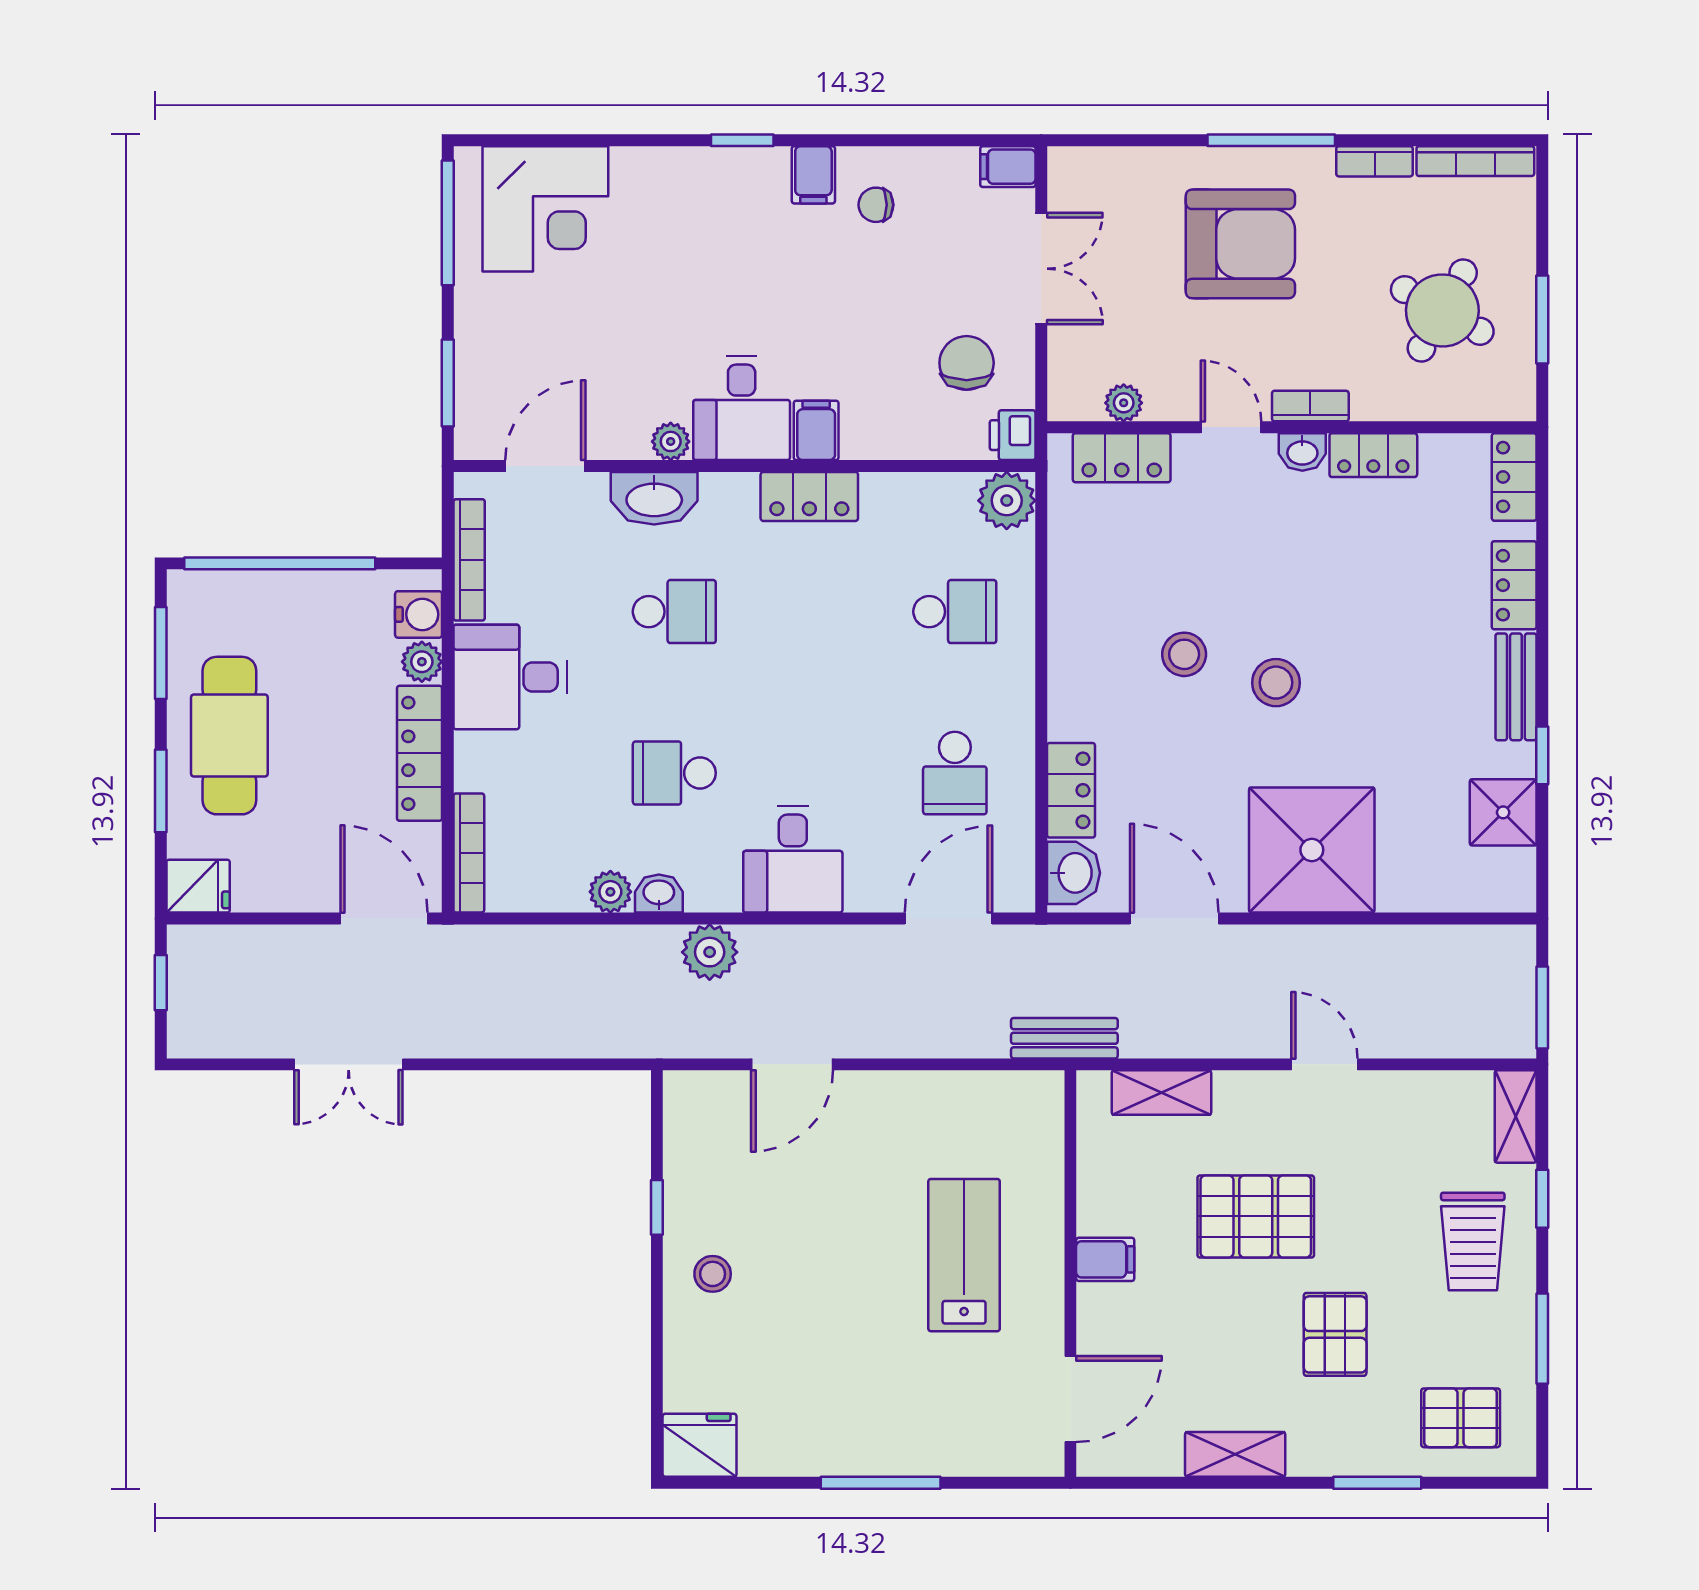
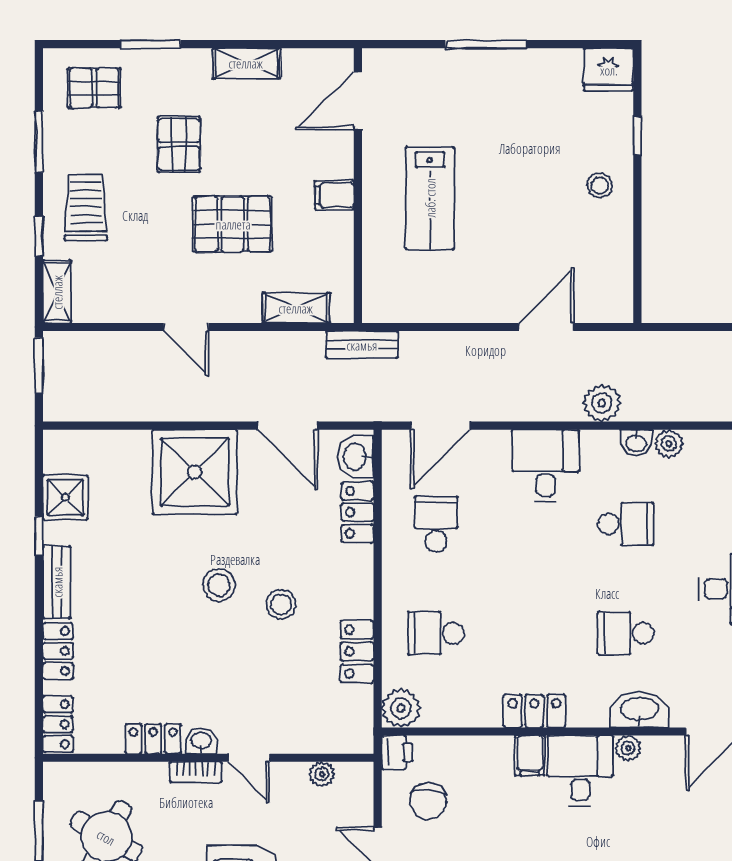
locker: (1122, 458) -> (357, 652), moved, turned -90
window: (657, 1207) -> (637, 136), moved

